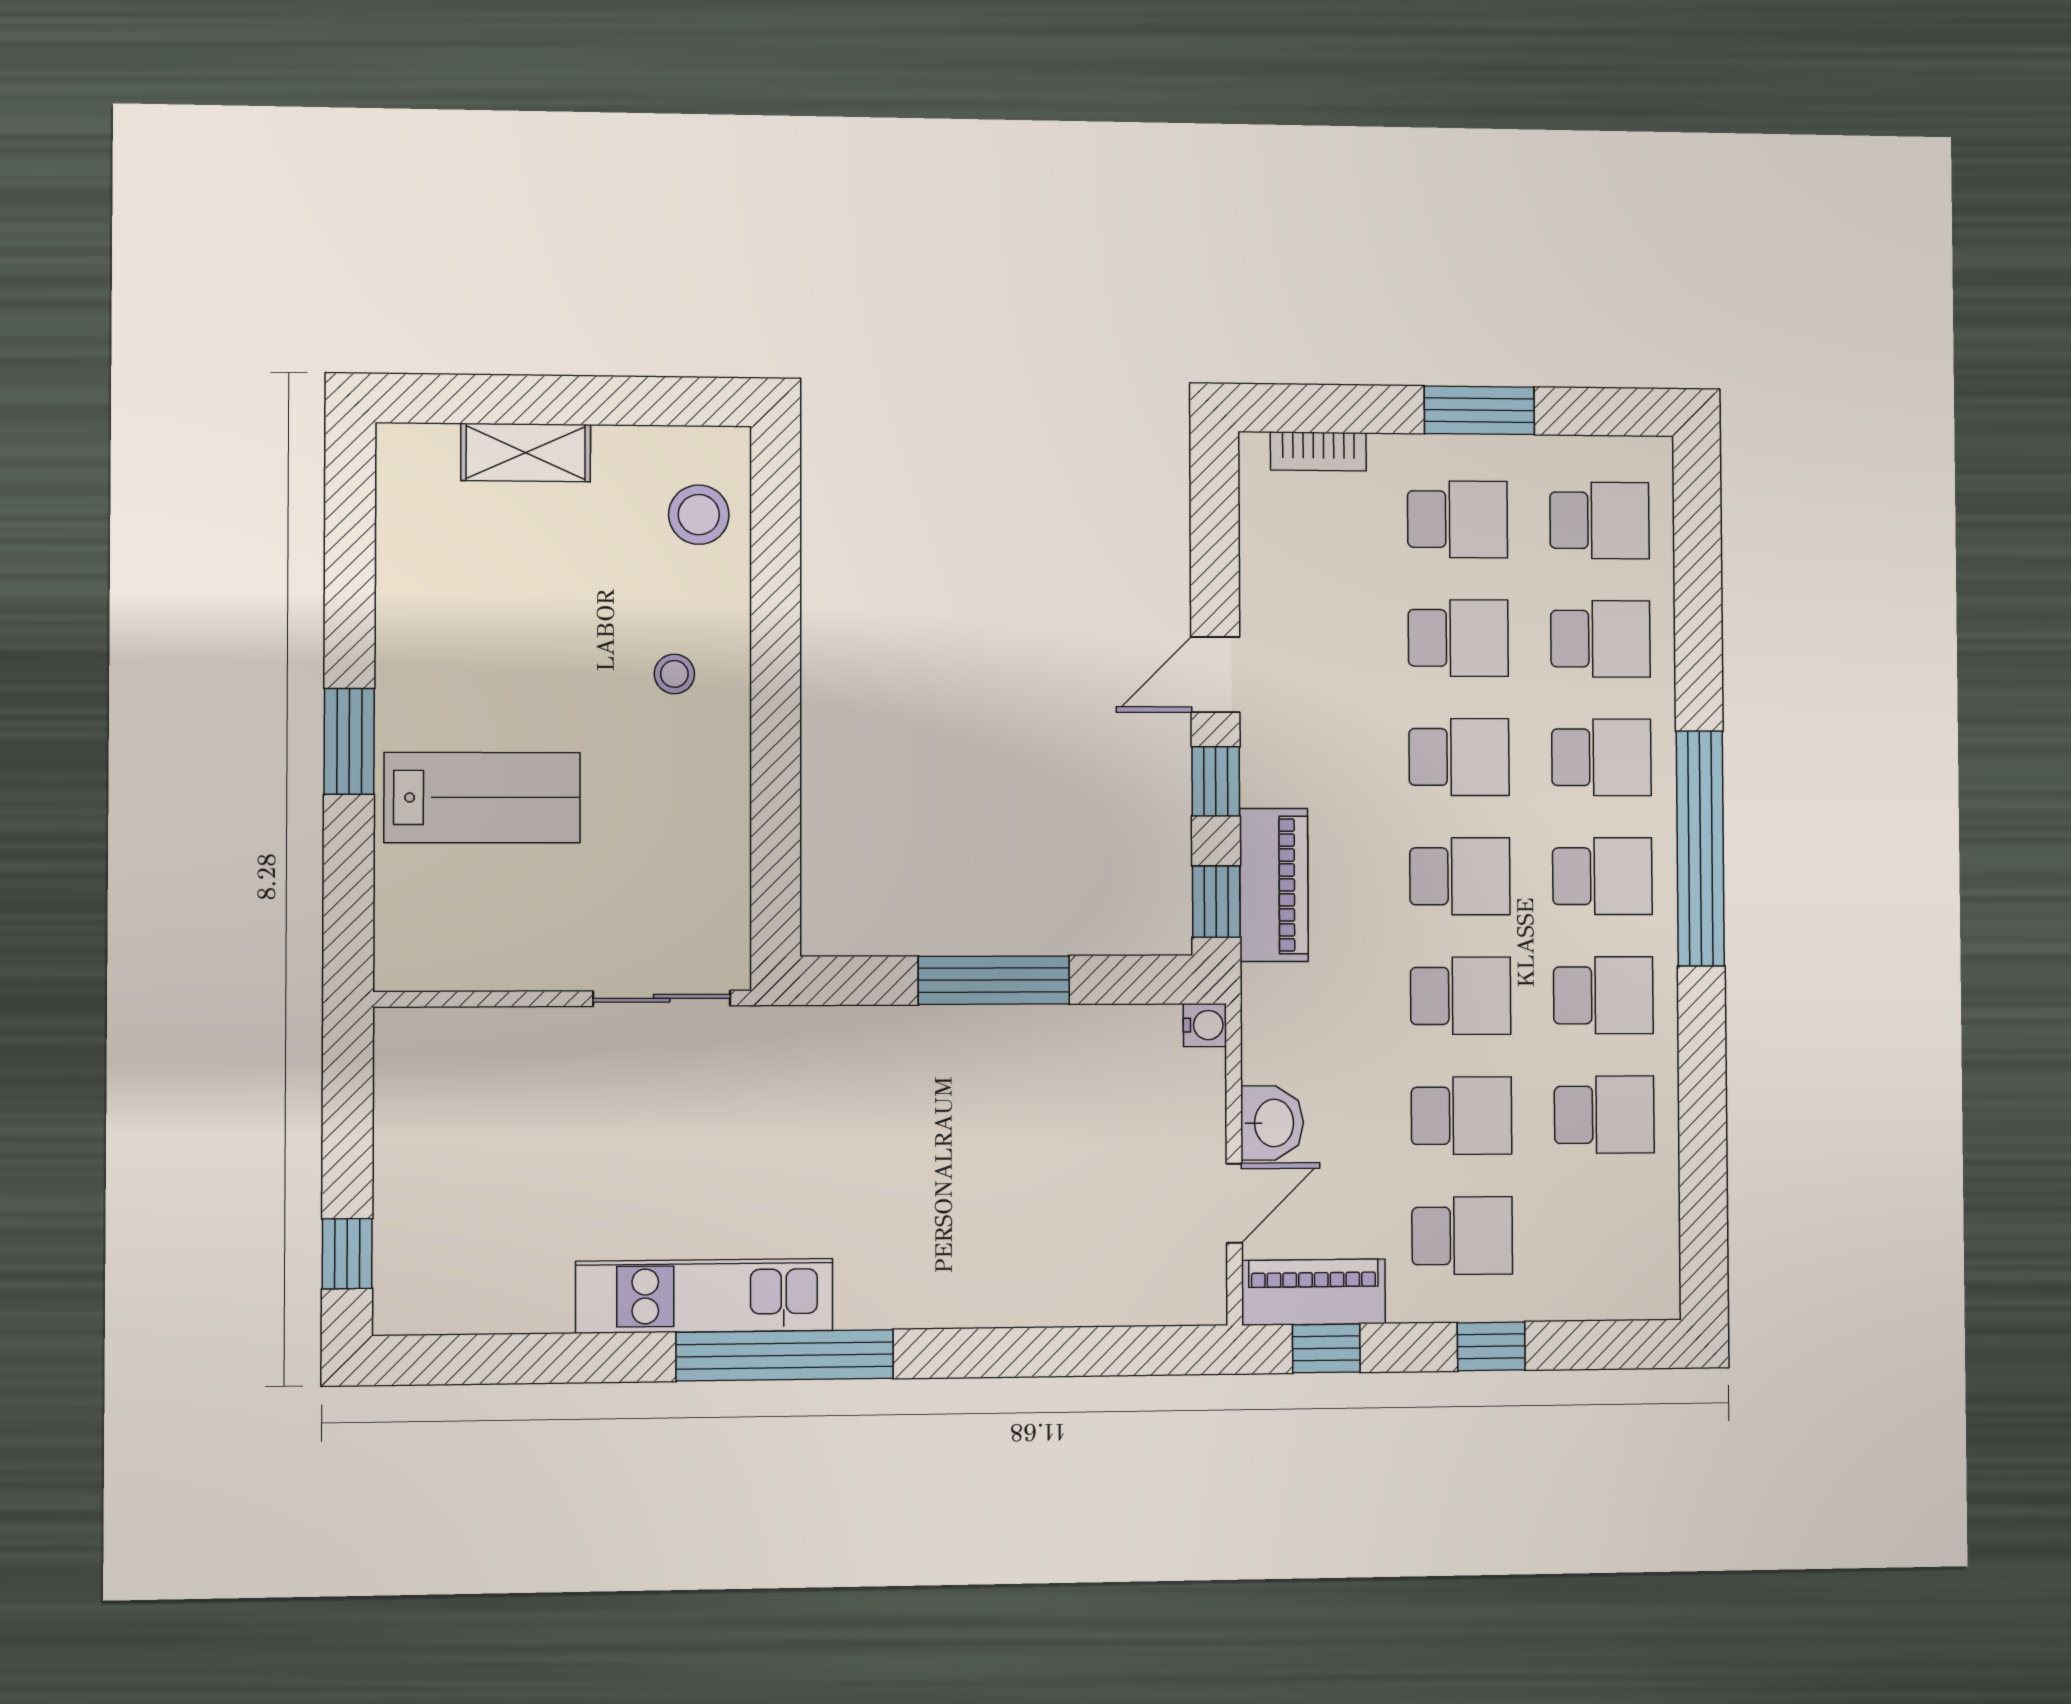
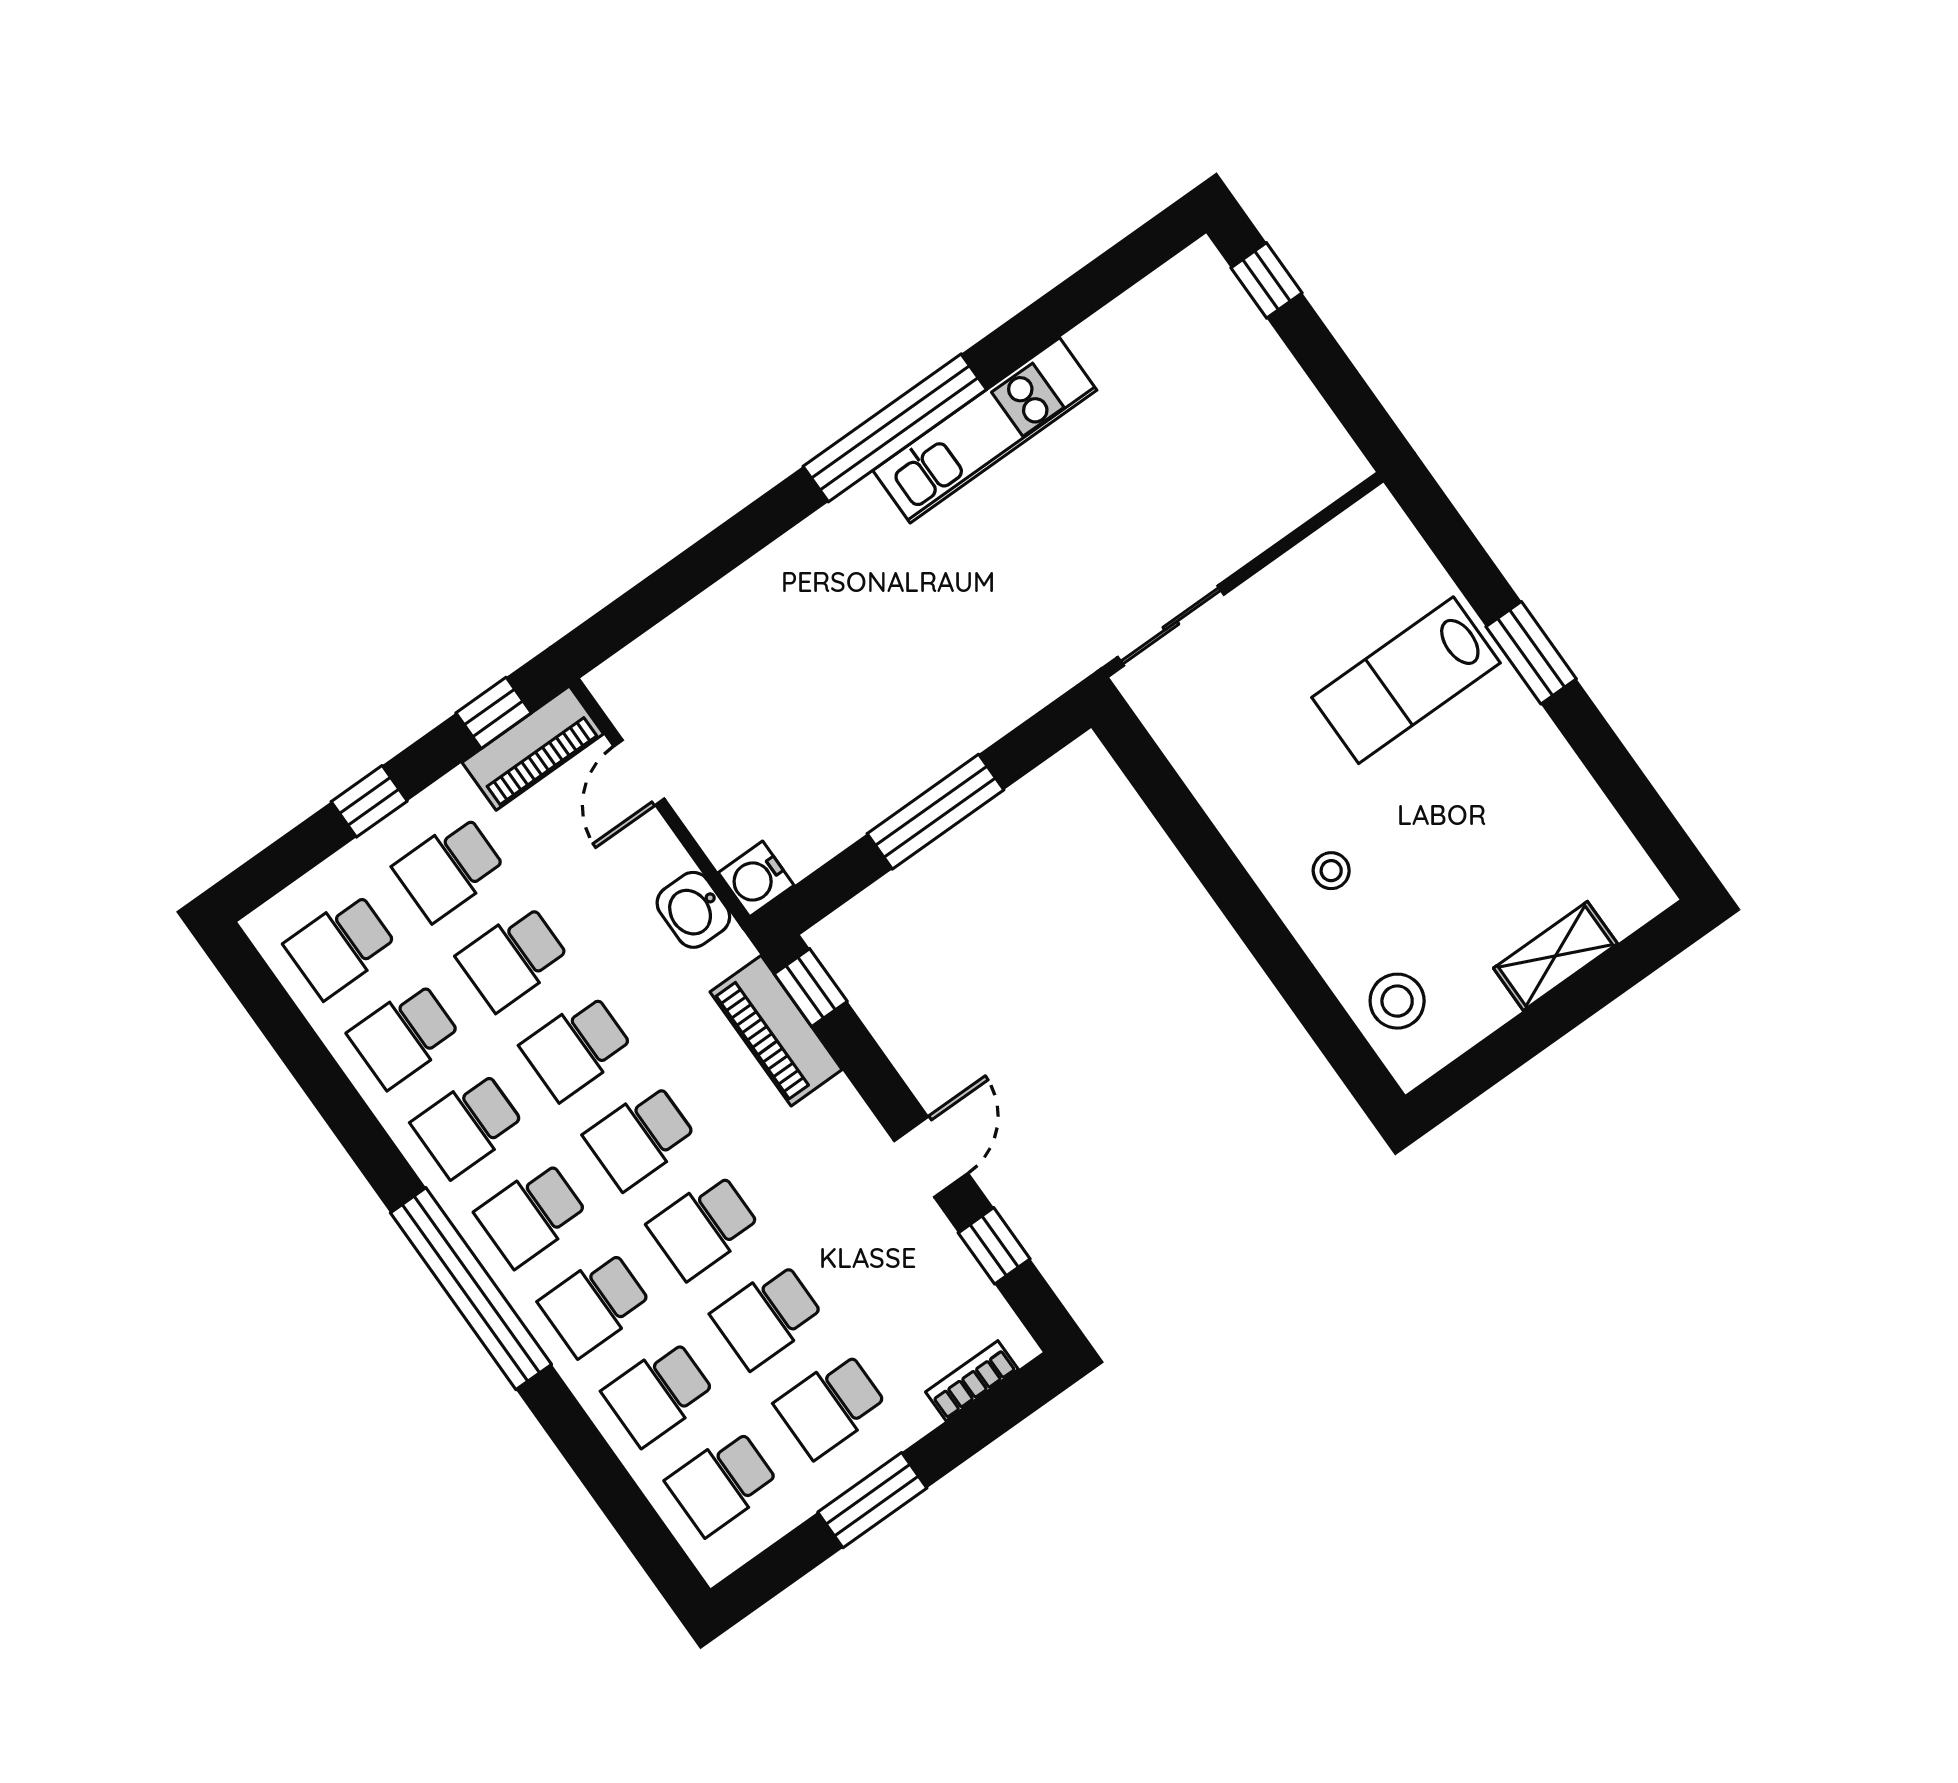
window: (1216, 781) -> (994, 1246), moved
water cooler: (1205, 1025) -> (756, 879), width x1.38, depth x1.38
washbasin: (1272, 1123) -> (693, 910), moved
school desk: (1605, 1234) -> (341, 946), added

